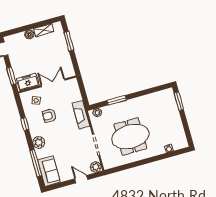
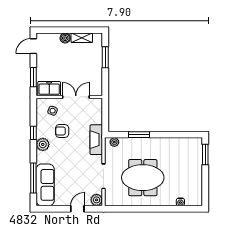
plant: (39, 142) -> (43, 144), moved
sofa: (49, 171) -> (45, 185), width x1.36
door: (81, 179) -> (77, 209), hinge flipped

